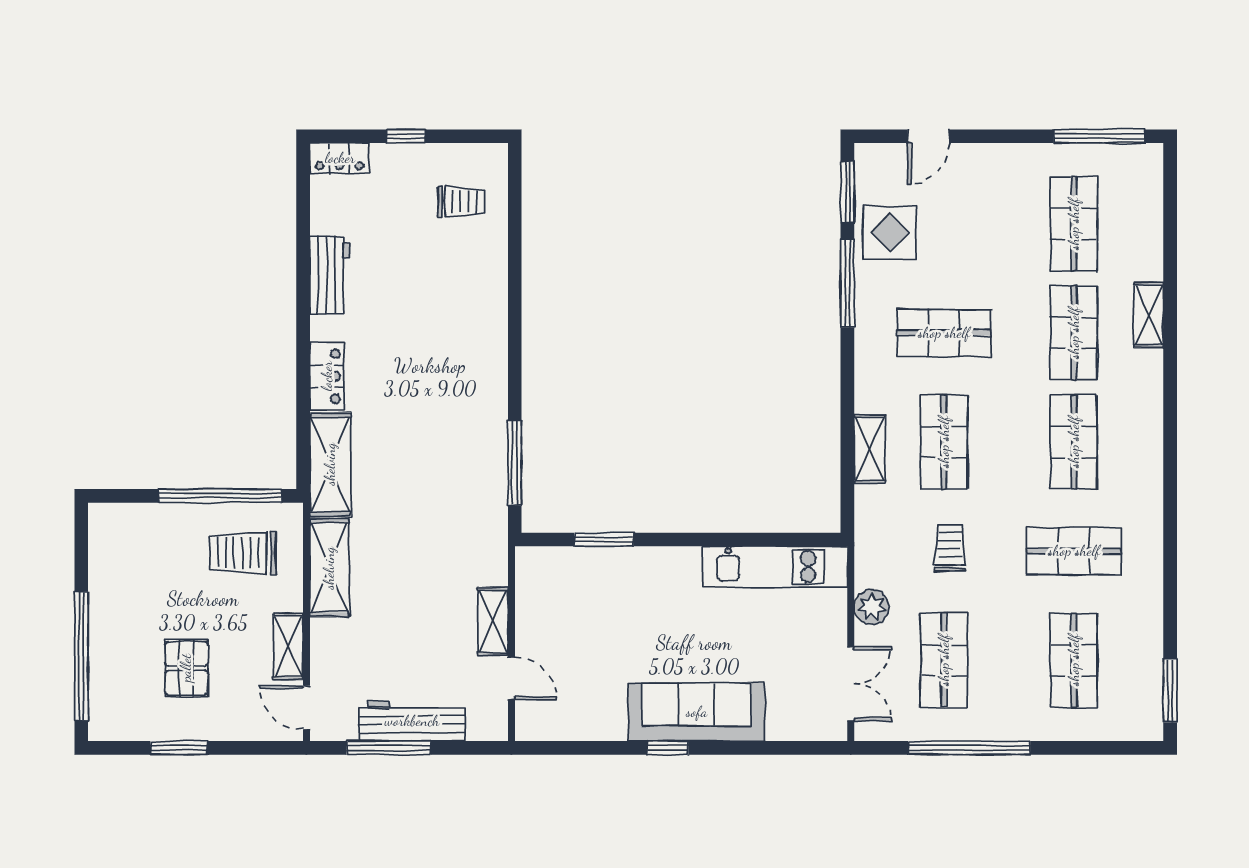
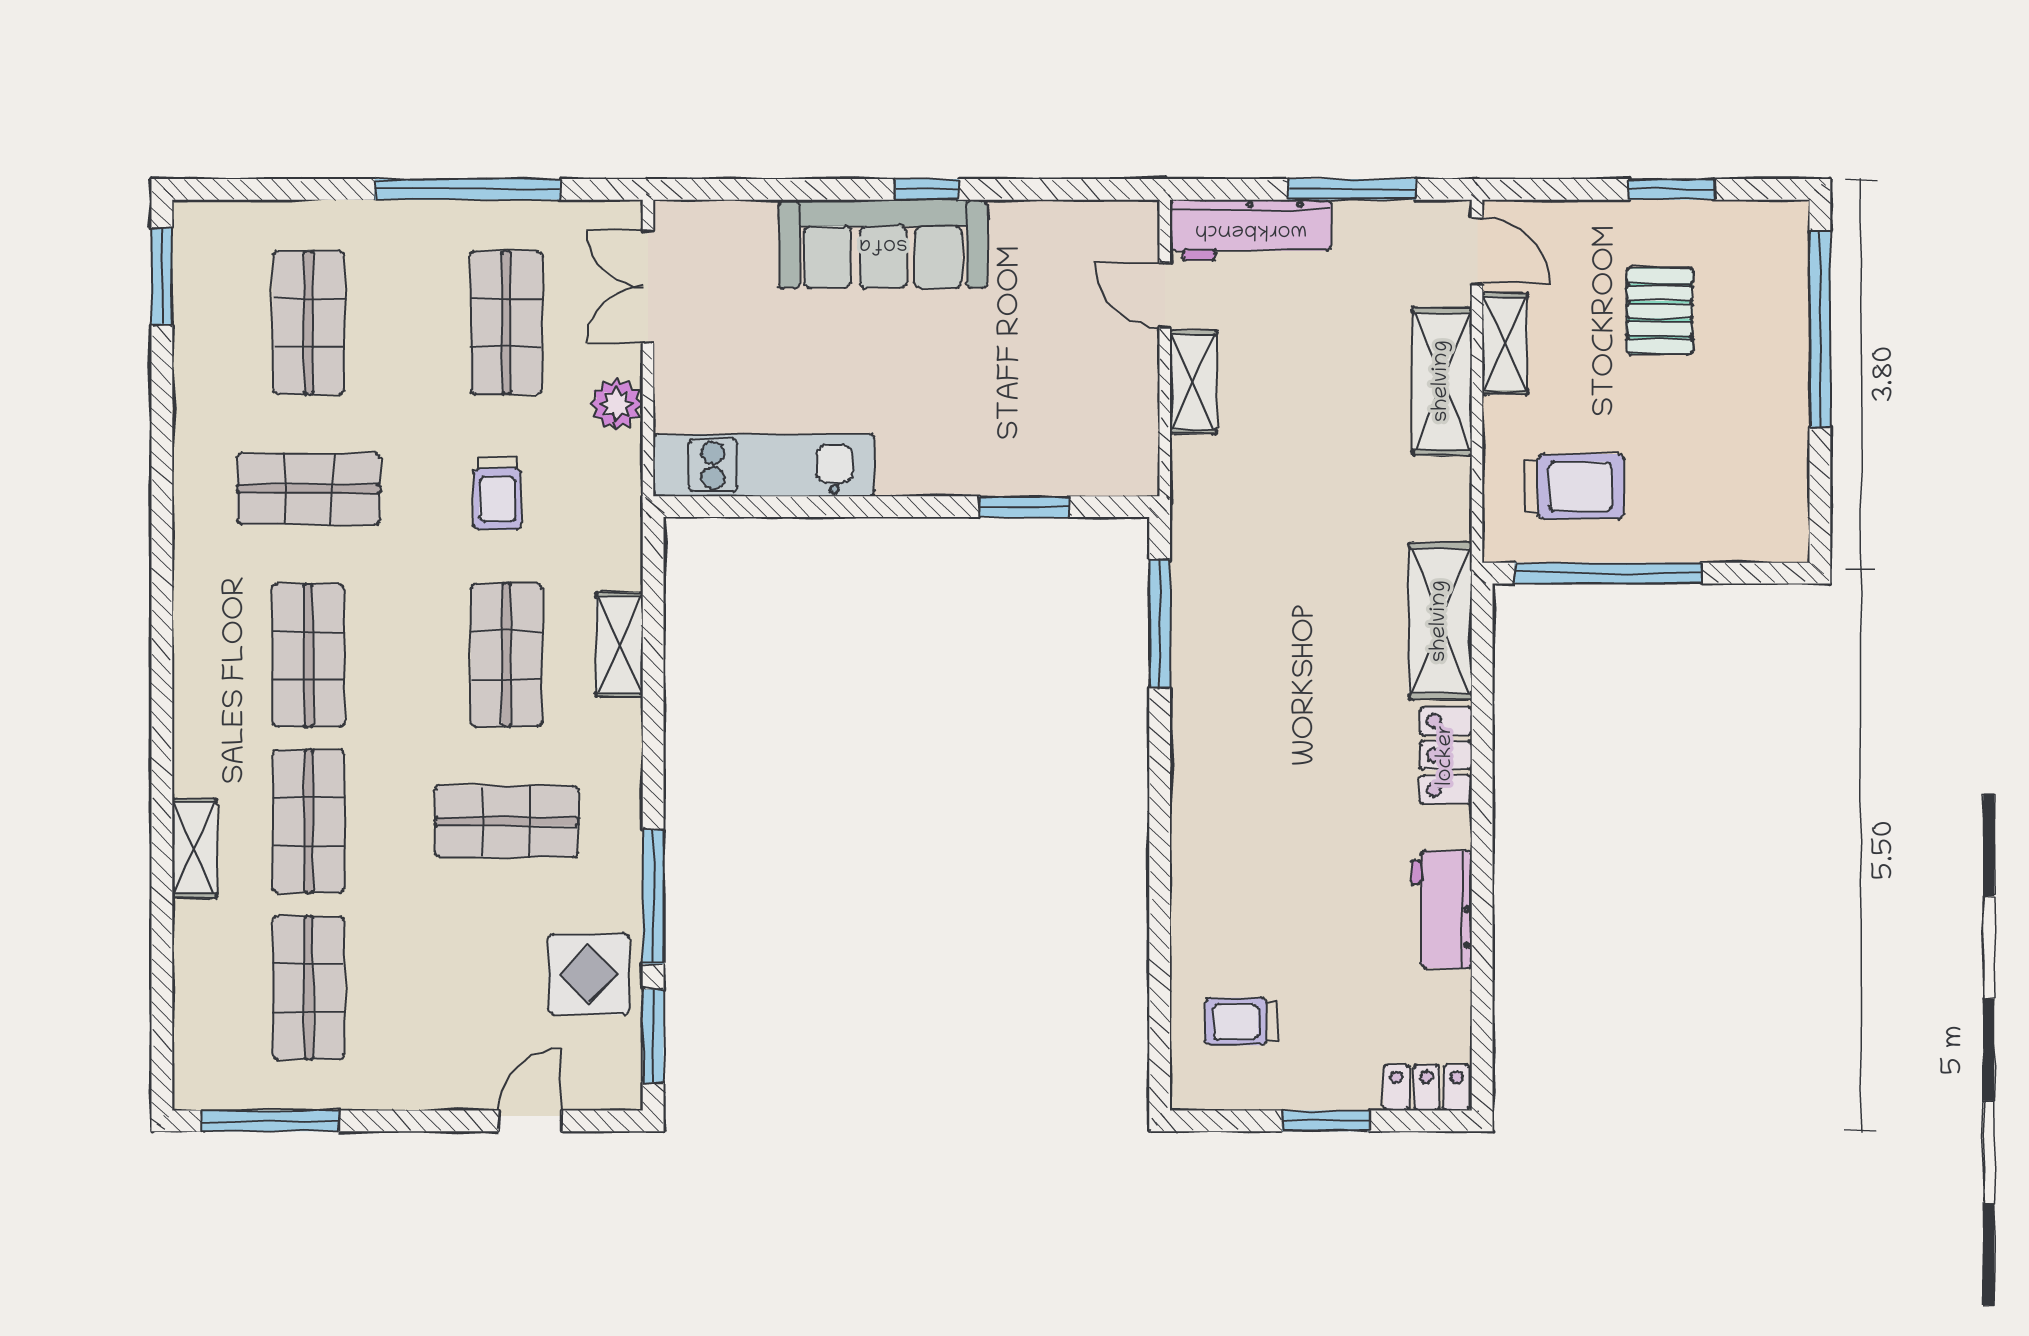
window: (406, 136) -> (1326, 1121), width x1.50
shelving: (329, 568) -> (1442, 381), moved
workbench: (412, 721) -> (1251, 230), moved

